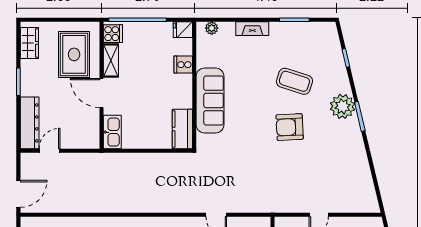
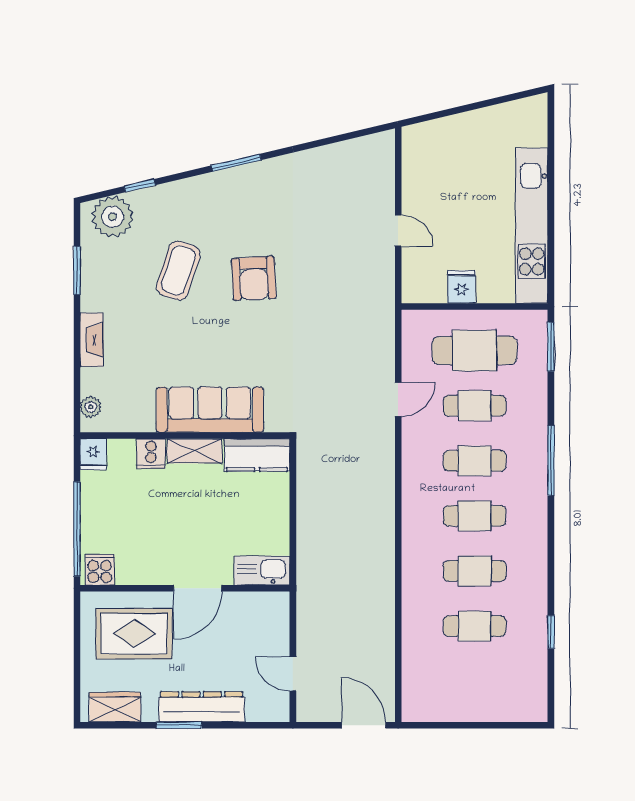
shelving: (111, 60) -> (195, 451), moved
plant: (343, 106) -> (113, 217), moved
dresser: (30, 123) -> (202, 707), moved

